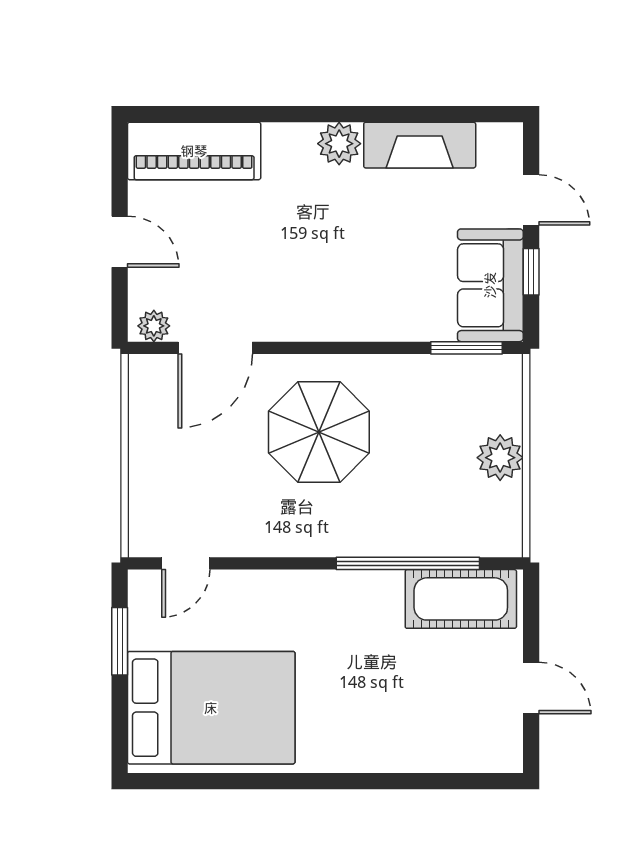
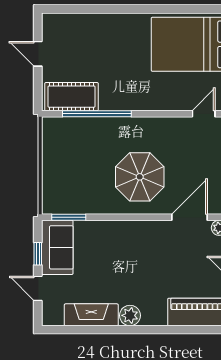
plant: (500, 458) -> (53, 165), removed

